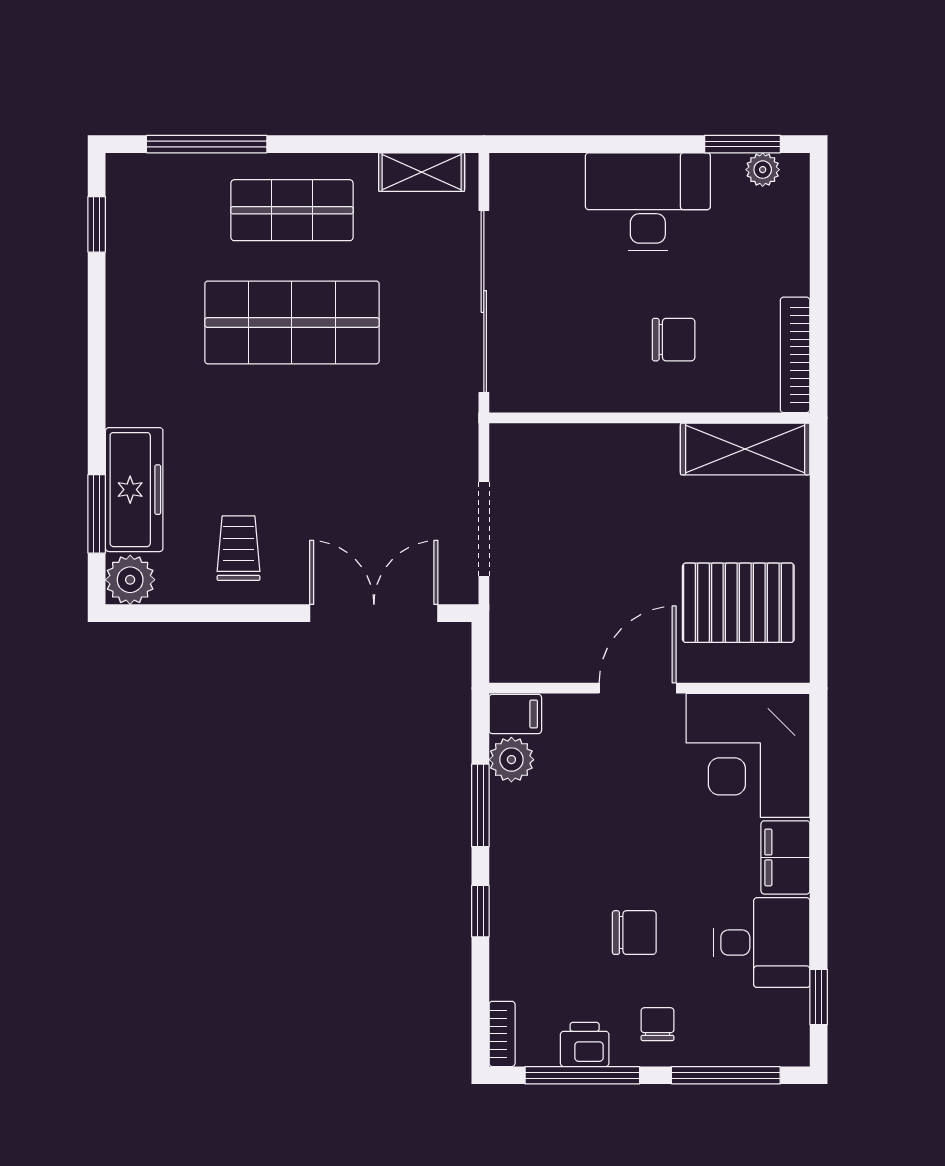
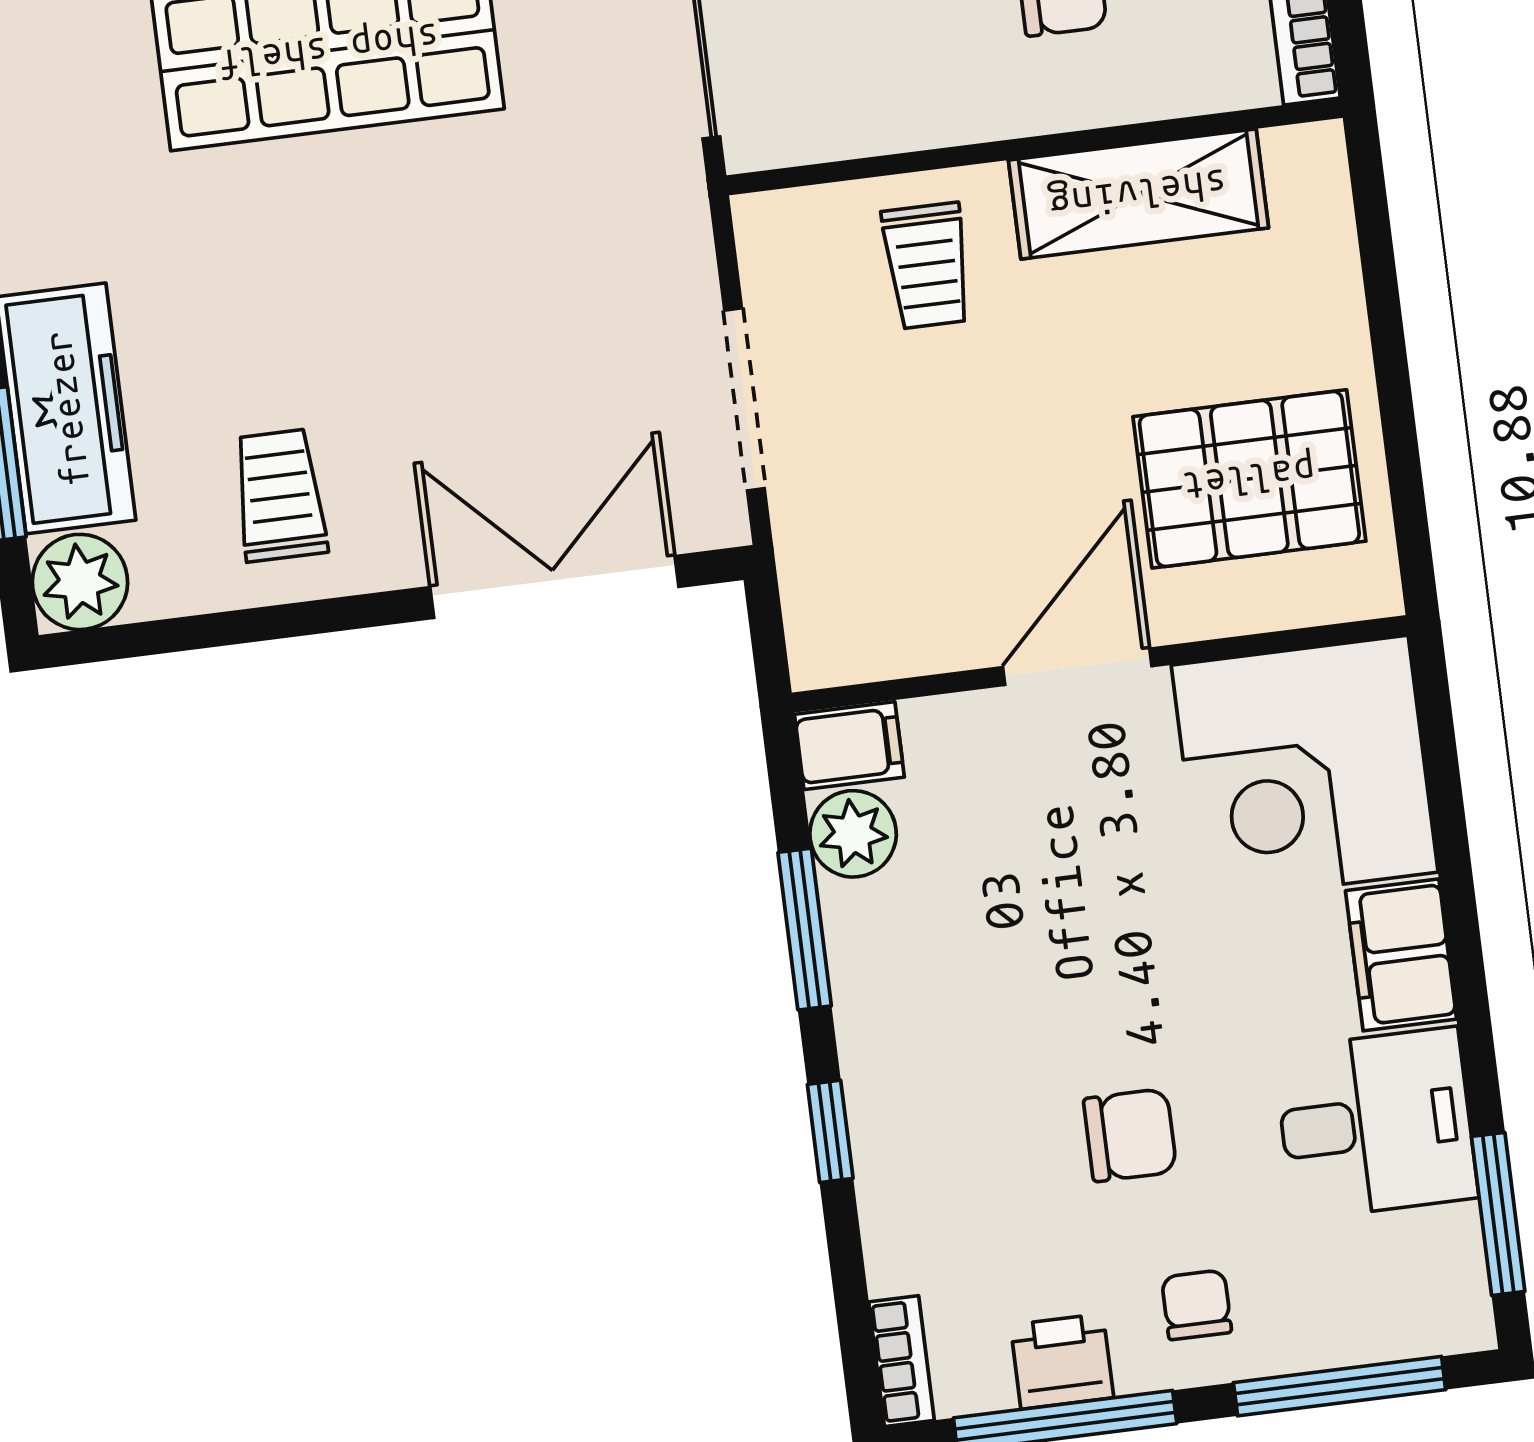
shelving: (745, 449) -> (1138, 194), moved
trolley: (586, 472) -> (927, 266), added
window: (819, 997) -> (1498, 1214), width x1.50

